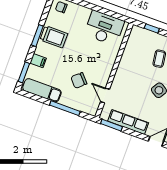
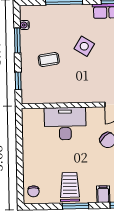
desk: (104, 28) -> (65, 124), moved, turned 90

